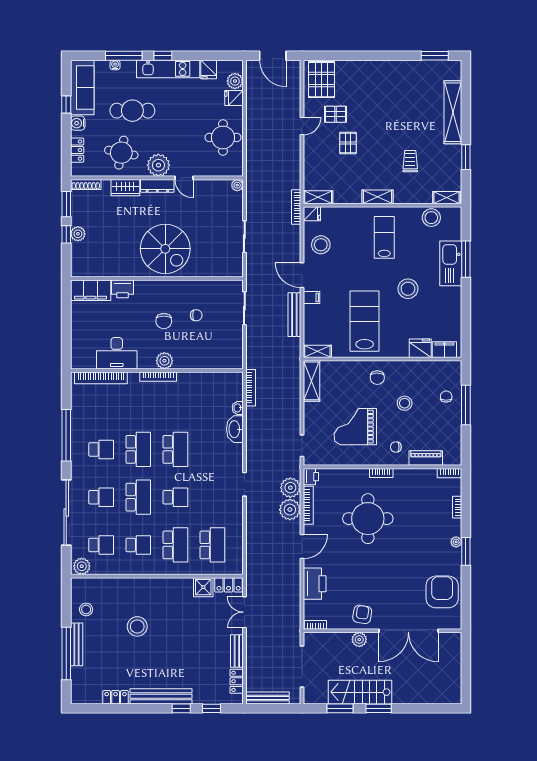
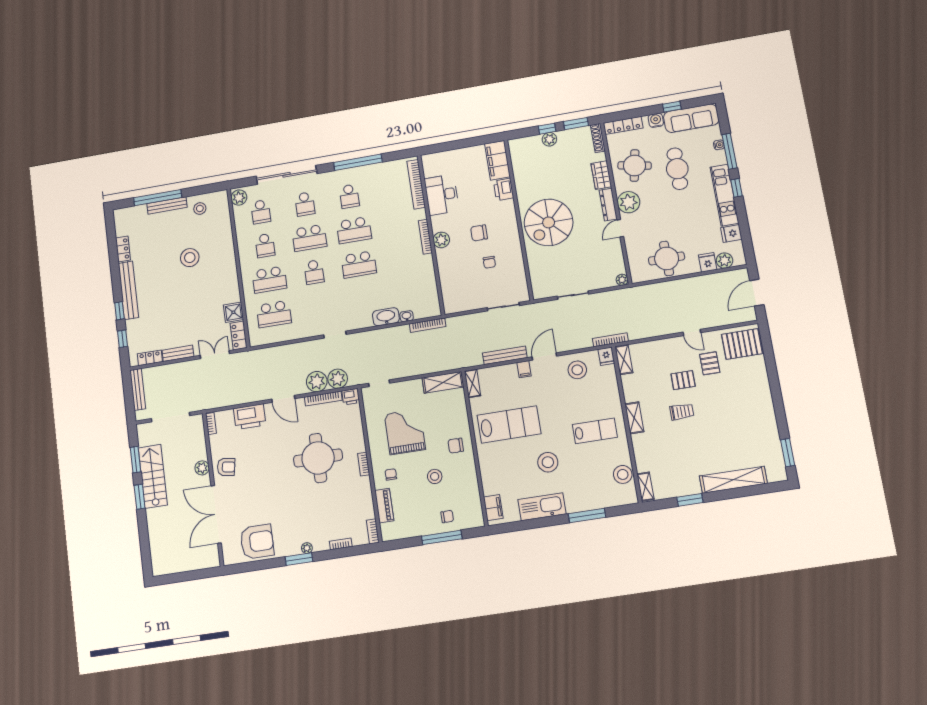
locker: (77, 150) -> (623, 125), width x1.53
trolley: (410, 161) -> (682, 412), moved
kitchen sink: (451, 263) -> (542, 507), moved
fridge: (420, 348) -> (491, 484), removed

